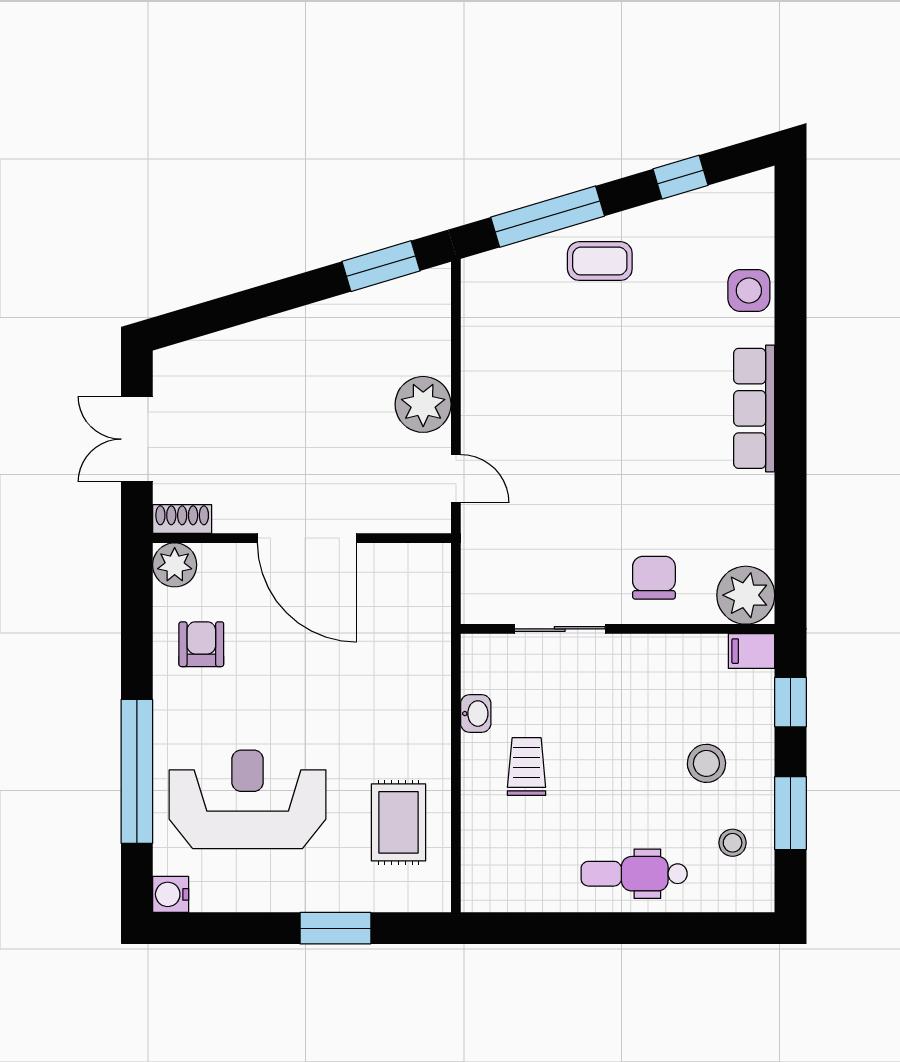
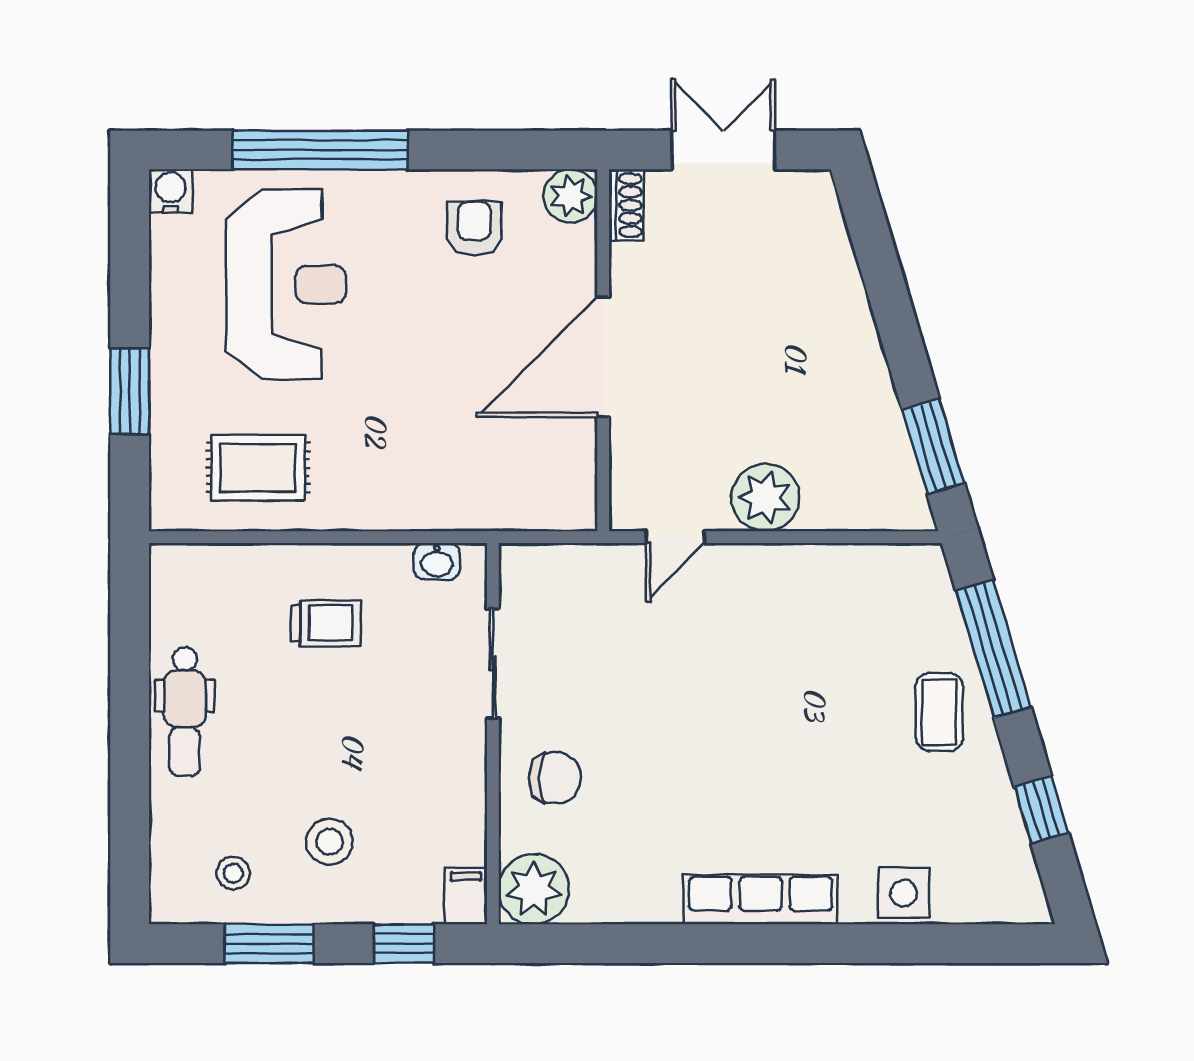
armchair: (201, 644) -> (474, 228), turned -90
washbasin: (476, 714) -> (437, 561), moved
dental chair: (634, 874) -> (185, 712), moved, turned 180

